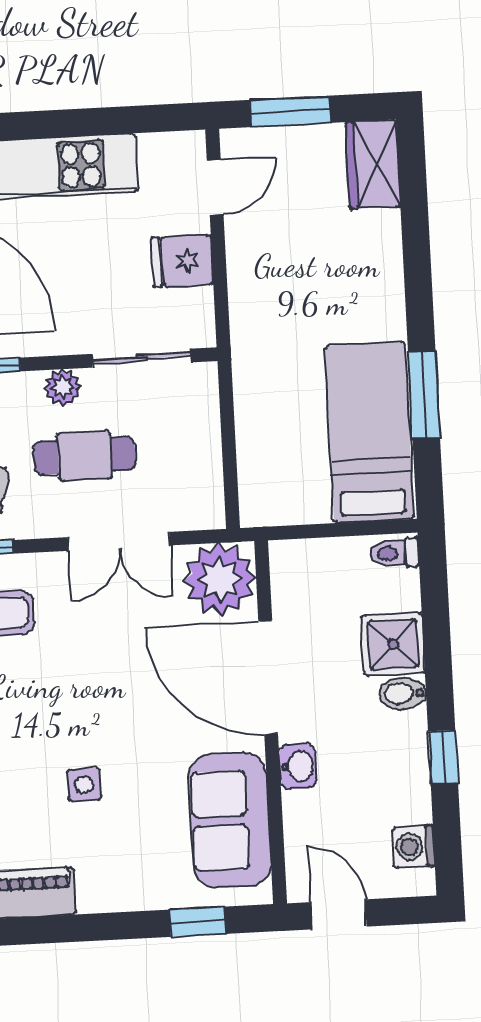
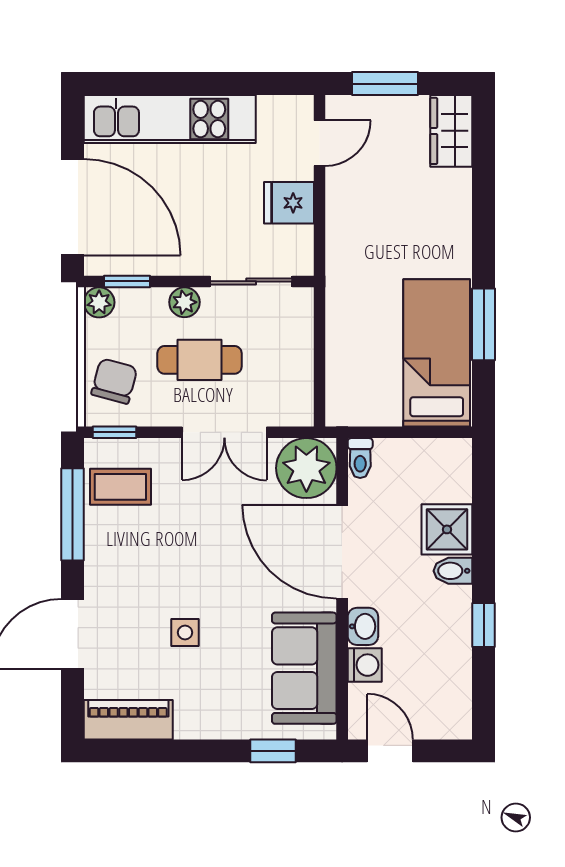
toilet: (394, 553) -> (360, 458), moved, turned -90
washing machine: (414, 847) -> (365, 665), moved, turned 180

